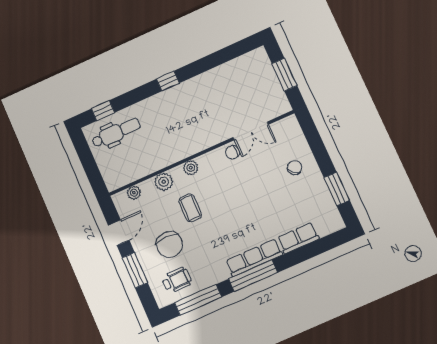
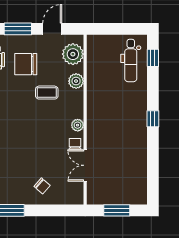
plant: (191, 168) -> (78, 125), moved
plant: (134, 193) -> (73, 54), width x1.88, depth x1.88
door: (119, 233) -> (52, 29), swing flipped

